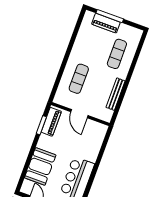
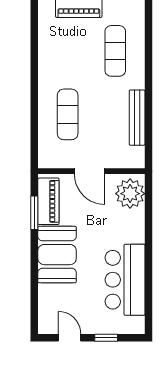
plant: (97, 134) -> (130, 194), added
booth: (40, 166) -> (57, 255), moved

